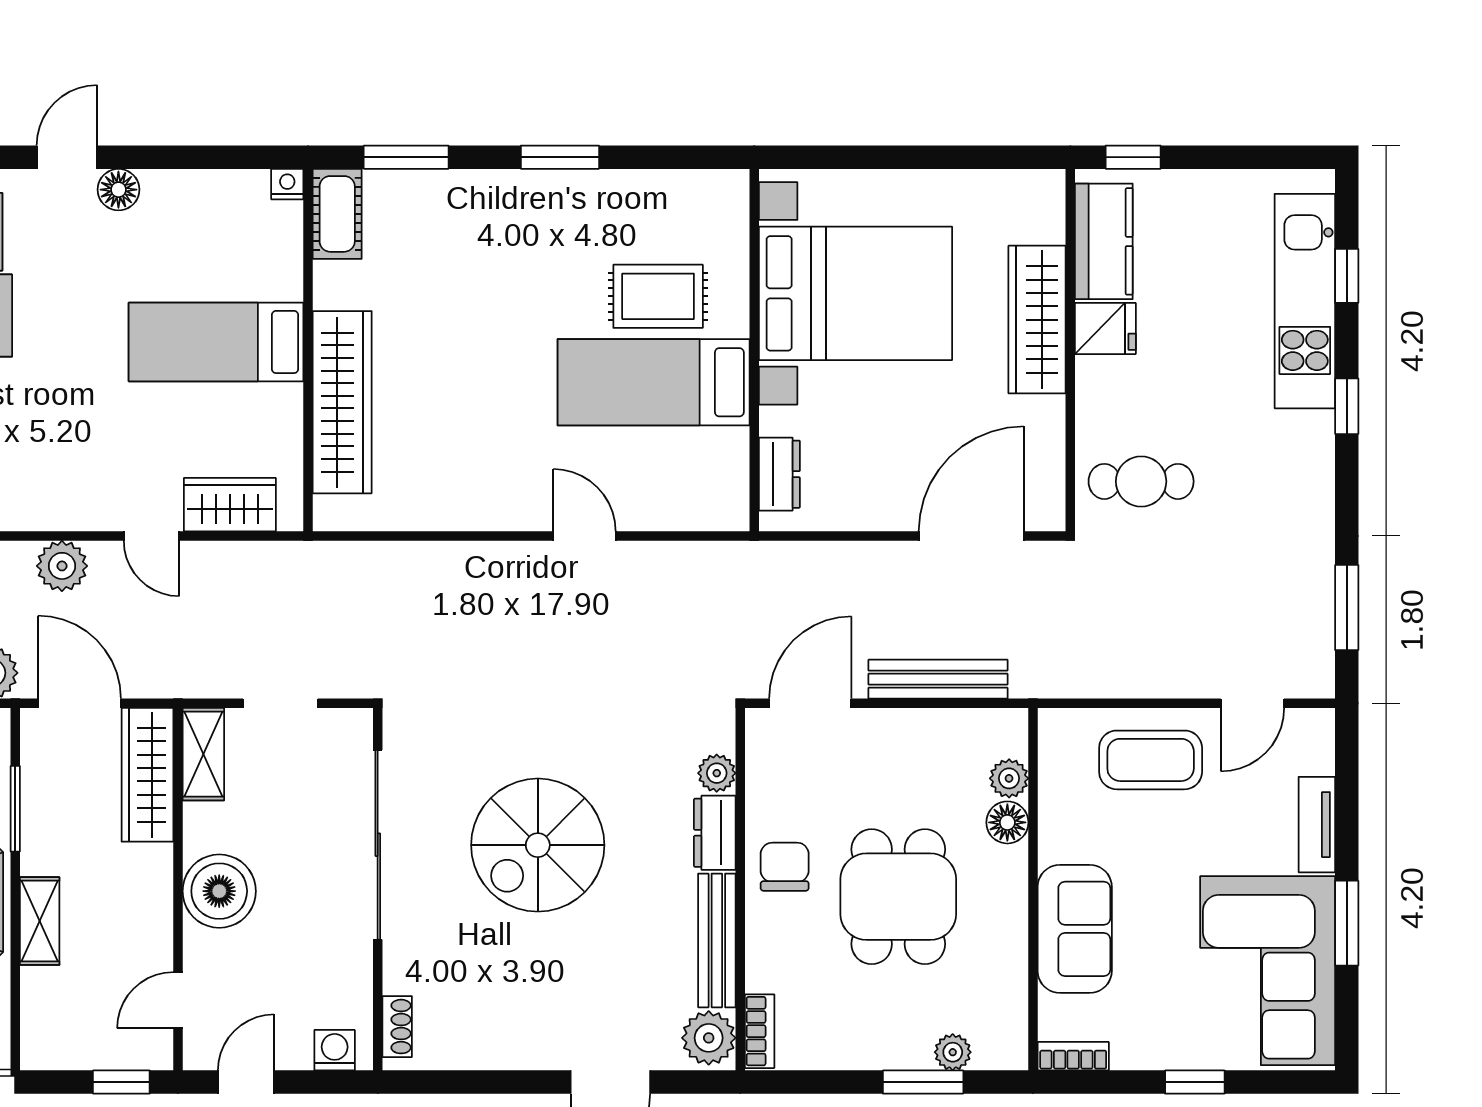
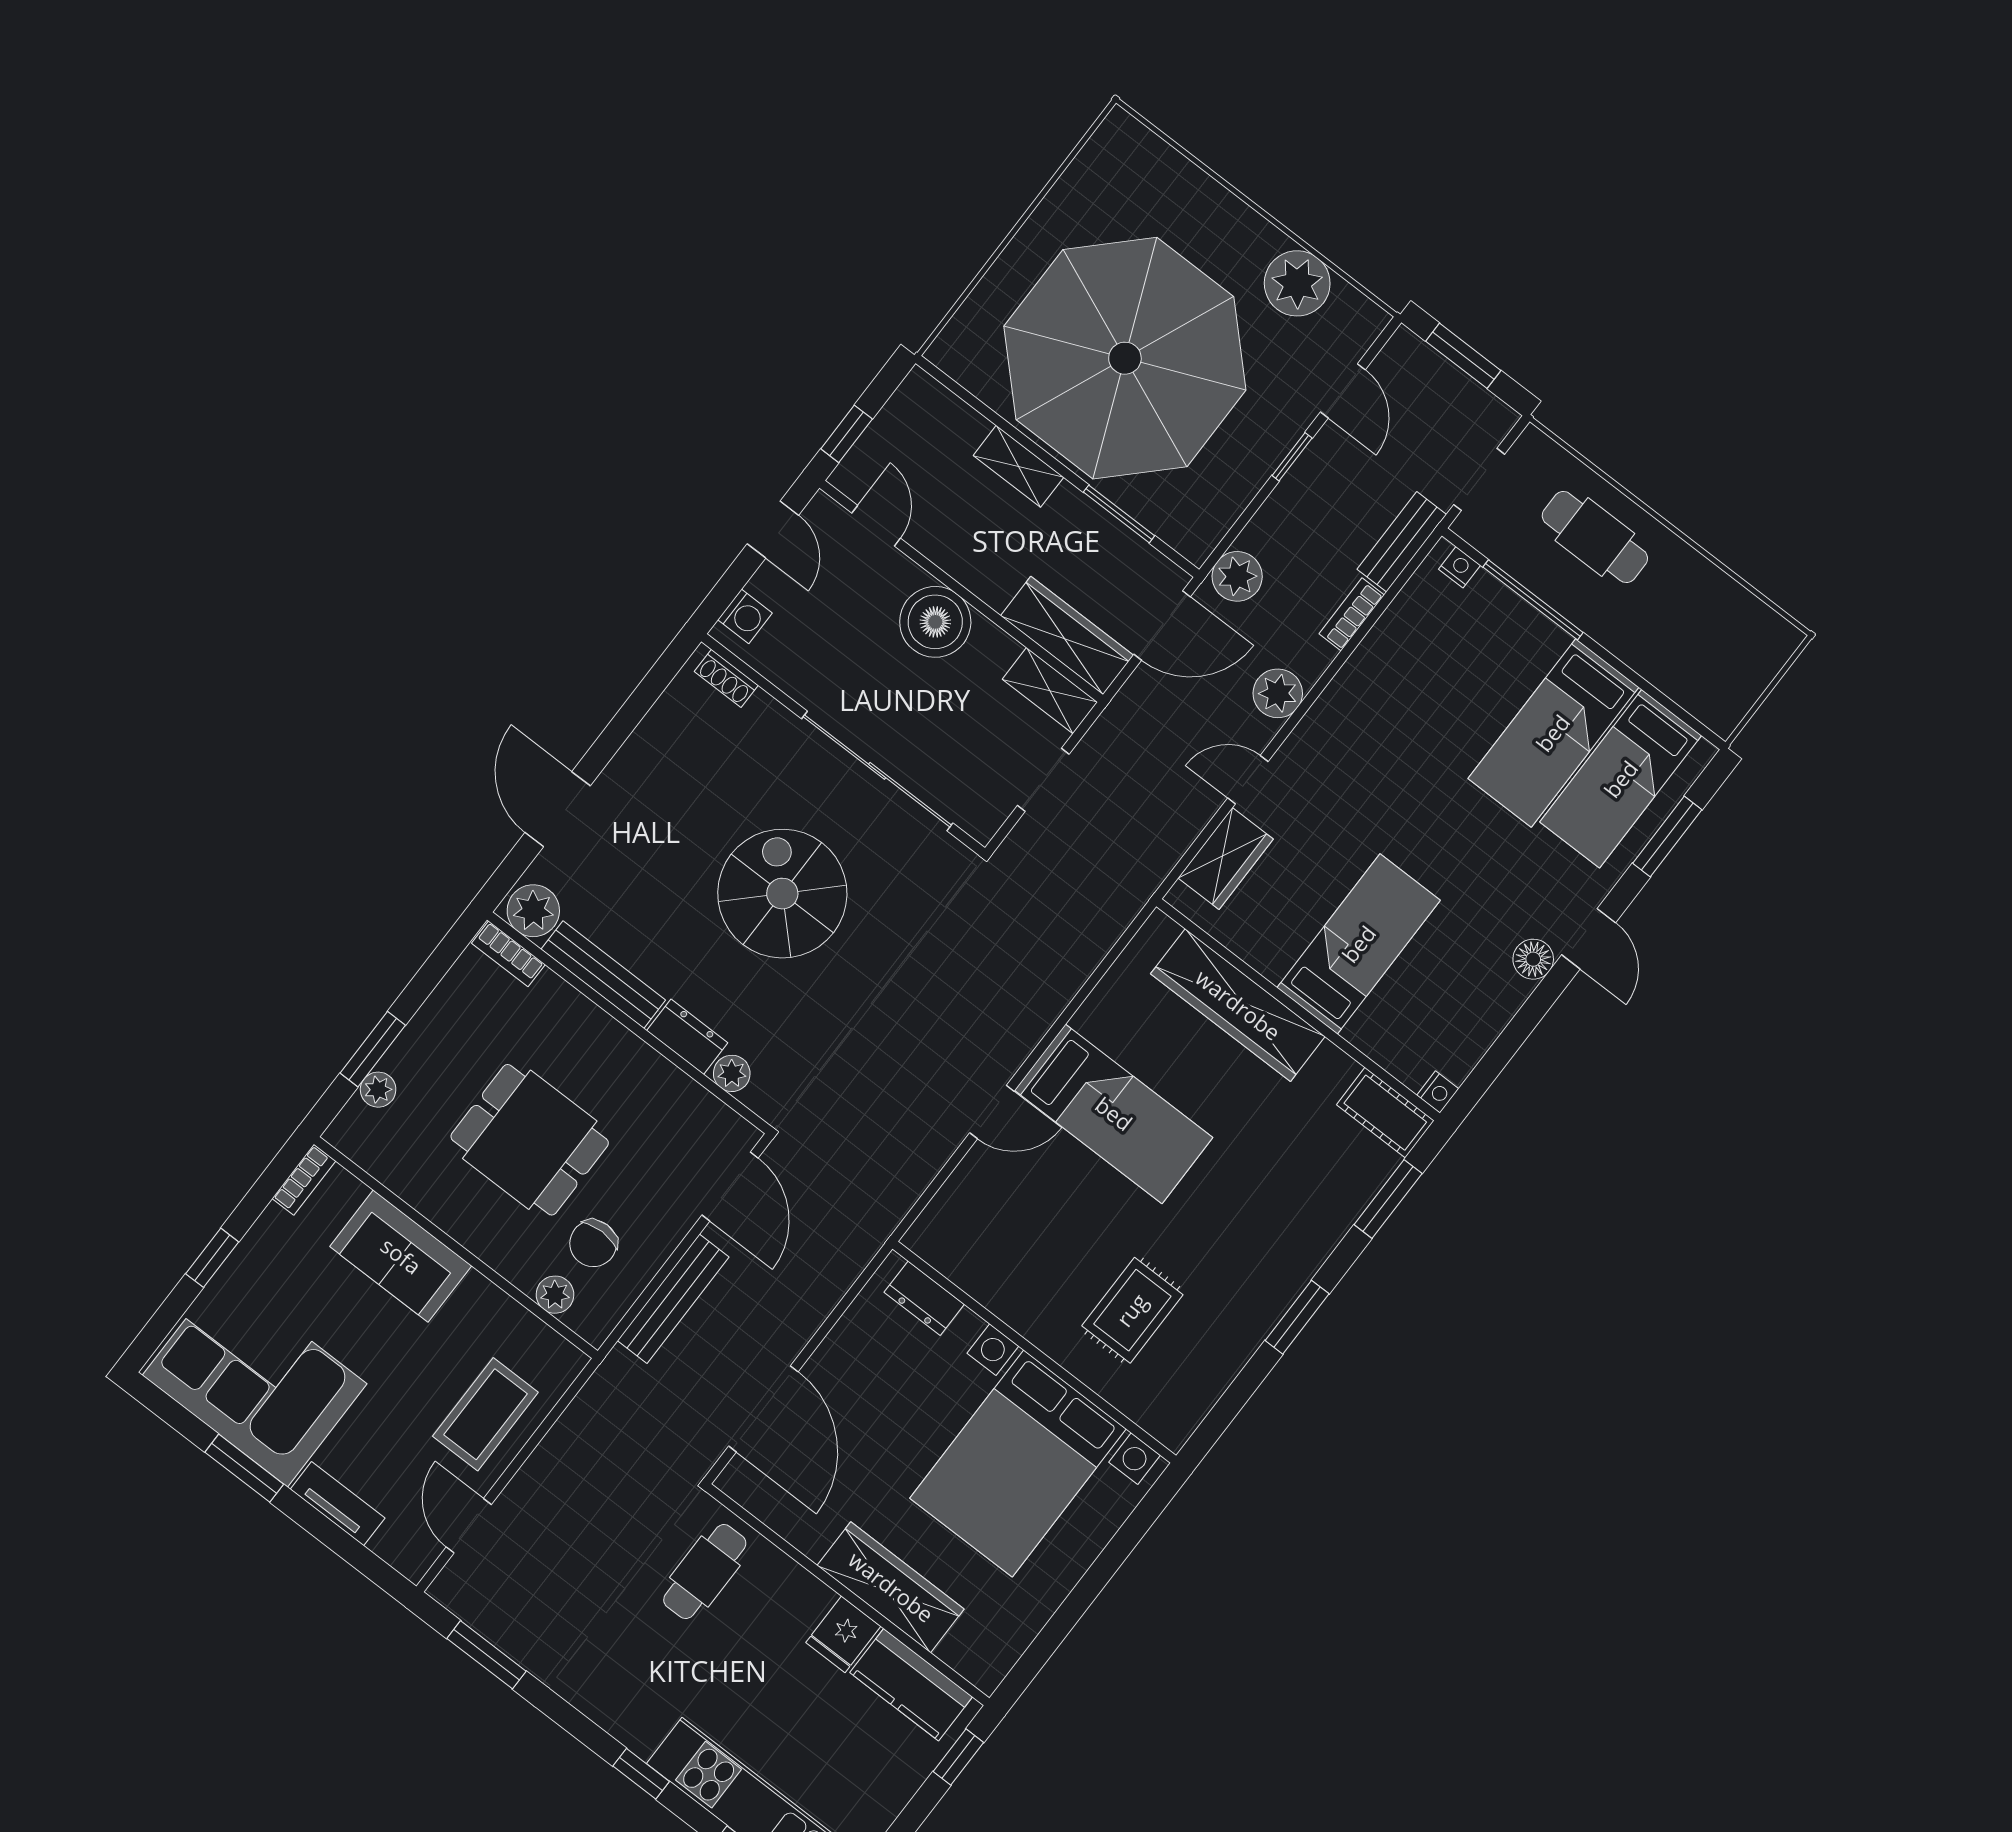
bed: (654, 382) -> (1114, 1114), moved, turned 90
floor lamp: (1007, 822) -> (522, 1267), removed
chair: (785, 867) -> (593, 1243), moved, turned 90

